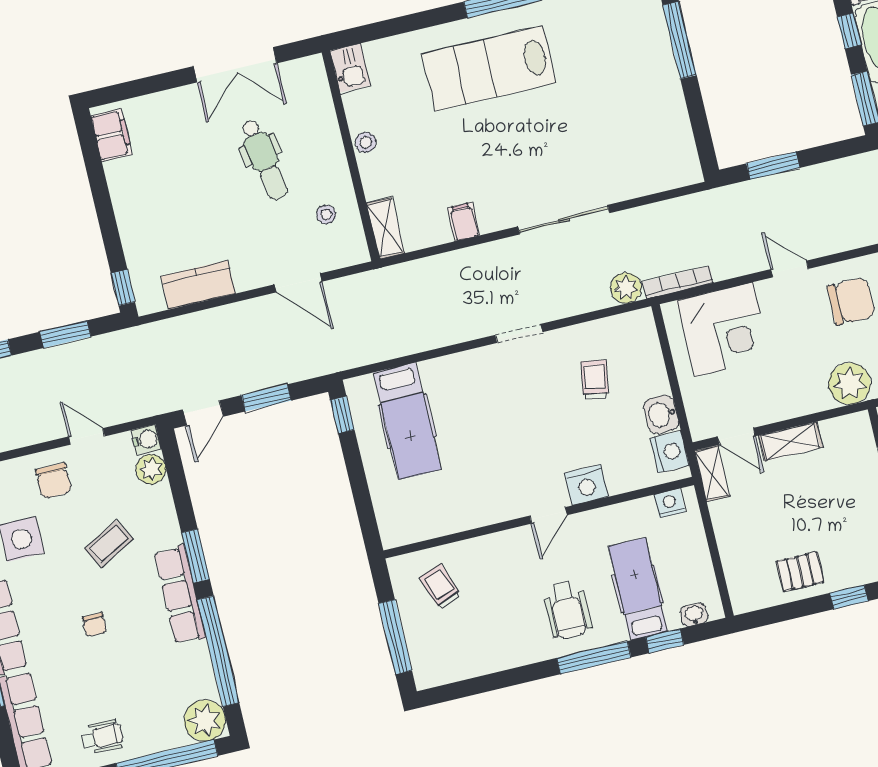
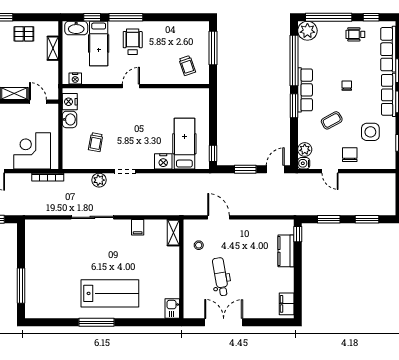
stool: (366, 142) -> (173, 273), removed
kitchen counter: (198, 285) -> (286, 251), moved, turned 90
plant: (626, 288) -> (99, 180), moved
shelving: (712, 473) -> (53, 48), moved
nightstand: (586, 485) -> (163, 161), moved, turned 180
washbasin: (694, 615) -> (76, 28), width x1.91, depth x1.45

